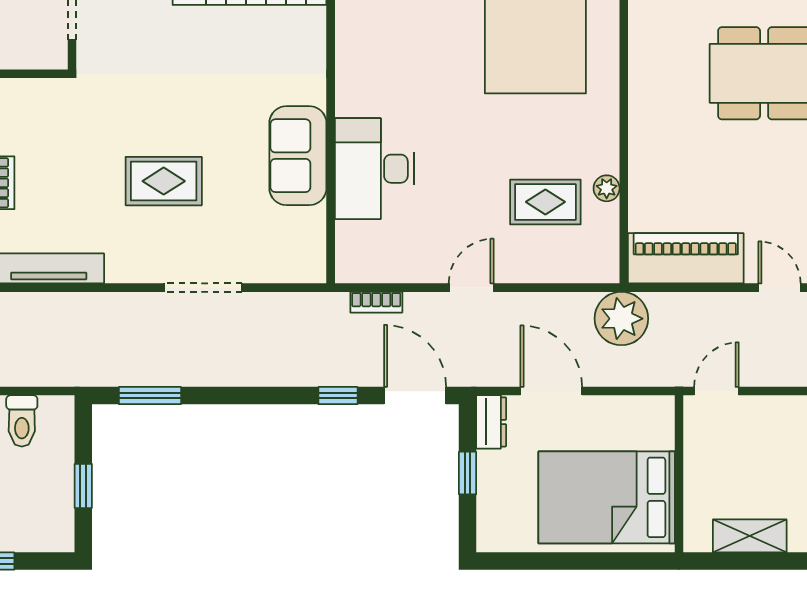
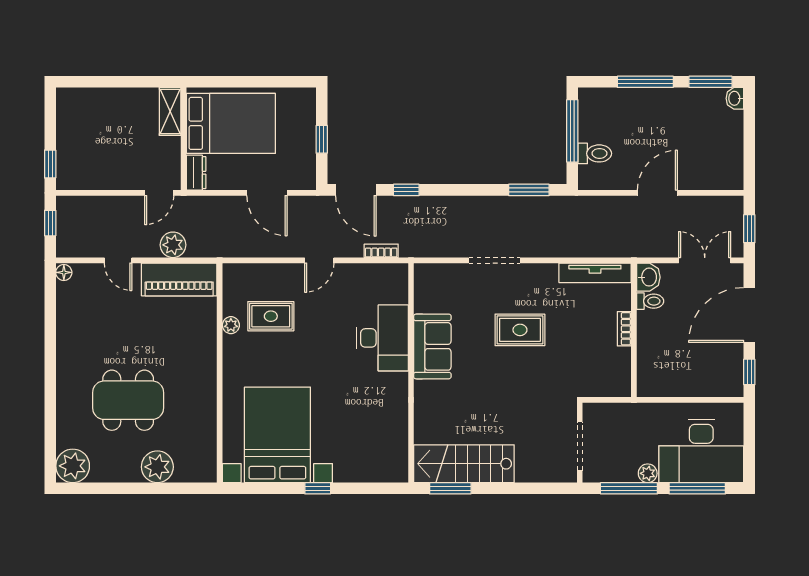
plant: (621, 319) -> (173, 245), moved, width x0.73, depth x0.73
toilet: (22, 421) -> (595, 153), moved, turned 90
dresser: (491, 422) -> (196, 173), moved, turned 180
window: (83, 486) -> (572, 131), width x2.17
shelving: (750, 536) -> (170, 111), moved, turned 90

